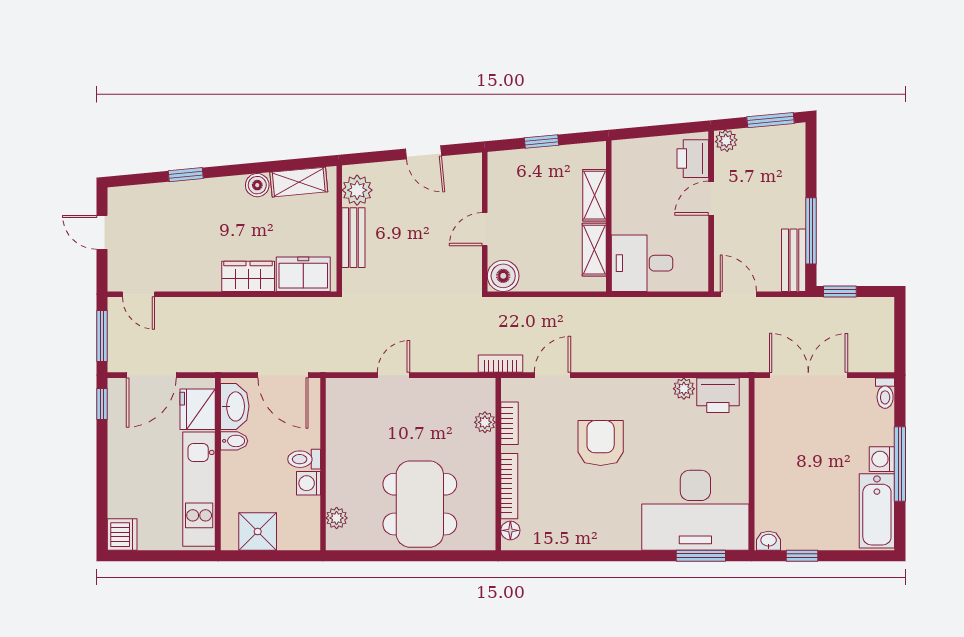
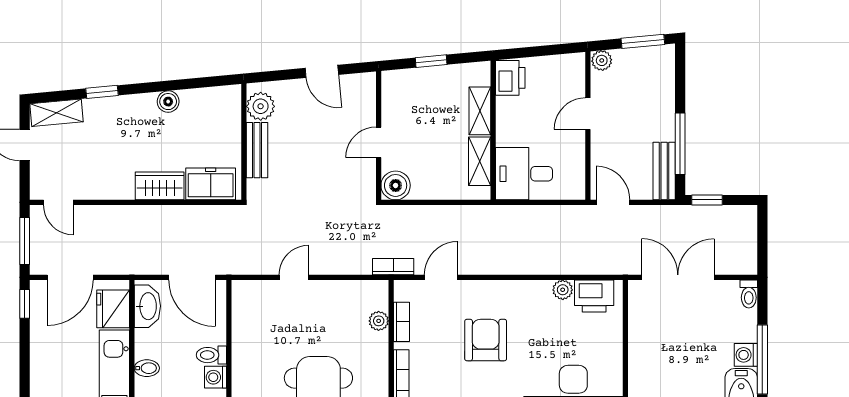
printer: (693, 159) -> (510, 78), moved, turned 180
shelving: (299, 182) -> (56, 113), moved
bidet: (234, 441) -> (147, 368), moved

